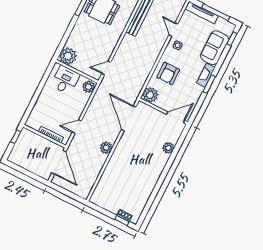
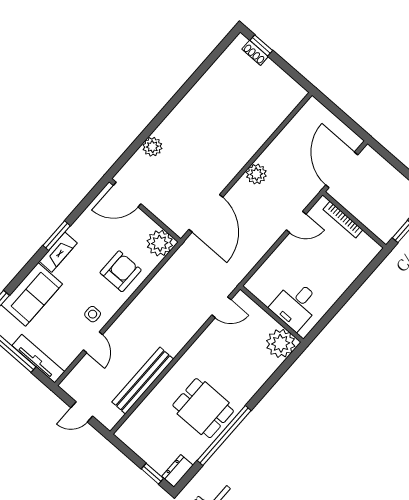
plant: (89, 87) -> (259, 283), removed

